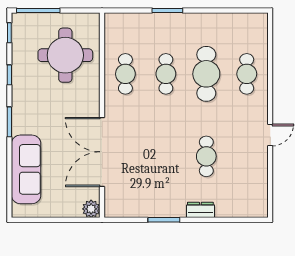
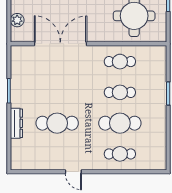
cafe table: (206, 156) -> (57, 123), width x1.37, depth x1.35
plant: (91, 209) -> (17, 20), moved
dresser: (200, 210) -> (16, 123), width x1.44

